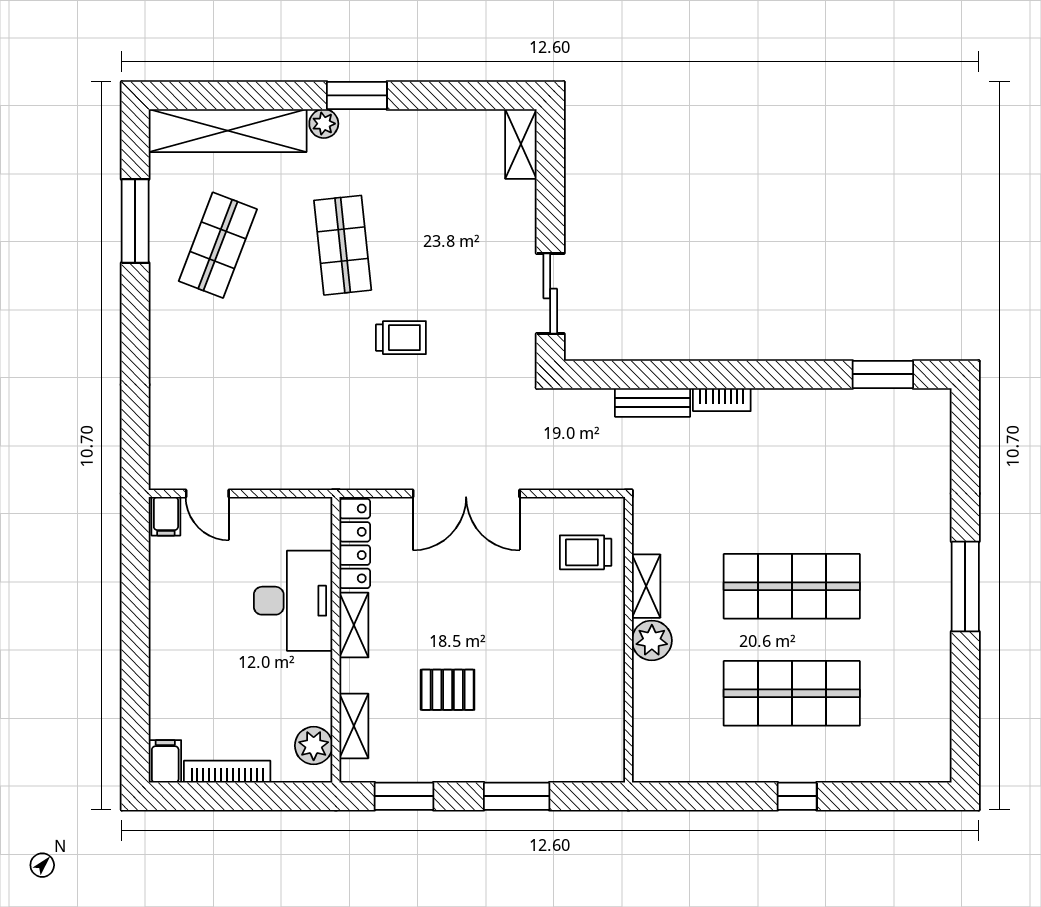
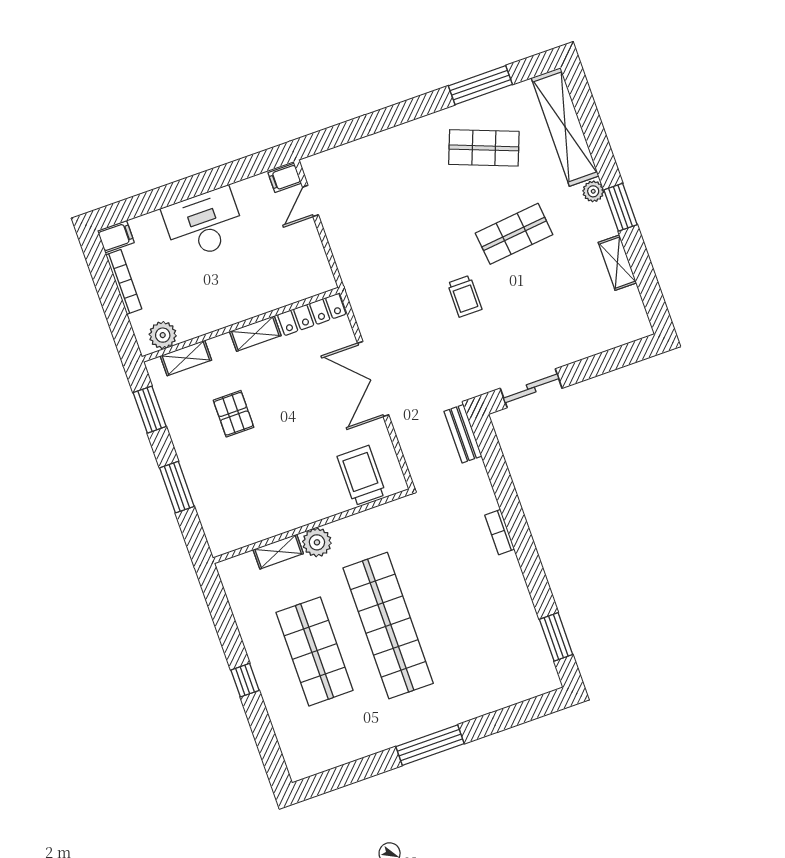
shelving: (521, 144) -> (617, 263), moved, turned 90
bench: (653, 402) -> (463, 434), moved
trolley: (586, 552) -> (362, 475), width x1.36, depth x1.39
shelving: (646, 586) -> (278, 552), moved
shop shelf: (792, 586) -> (388, 626), width x1.40
desk: (293, 601) -> (204, 223), moved, turned 180

